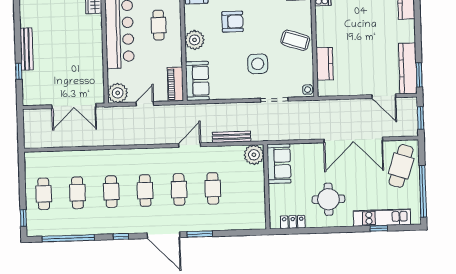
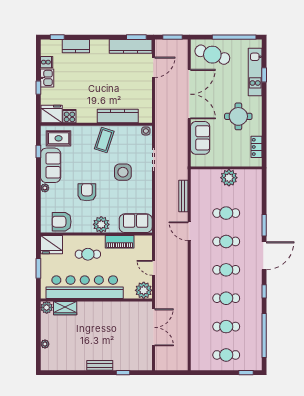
bench: (27, 49) -> (100, 365), width x0.73
kitchen counter: (325, 64) -> (118, 116), width x1.50
piano: (175, 84) -> (120, 242), moved
plant: (254, 155) -> (229, 178), moved
sofa: (279, 164) -> (200, 138), moved, turned 90

